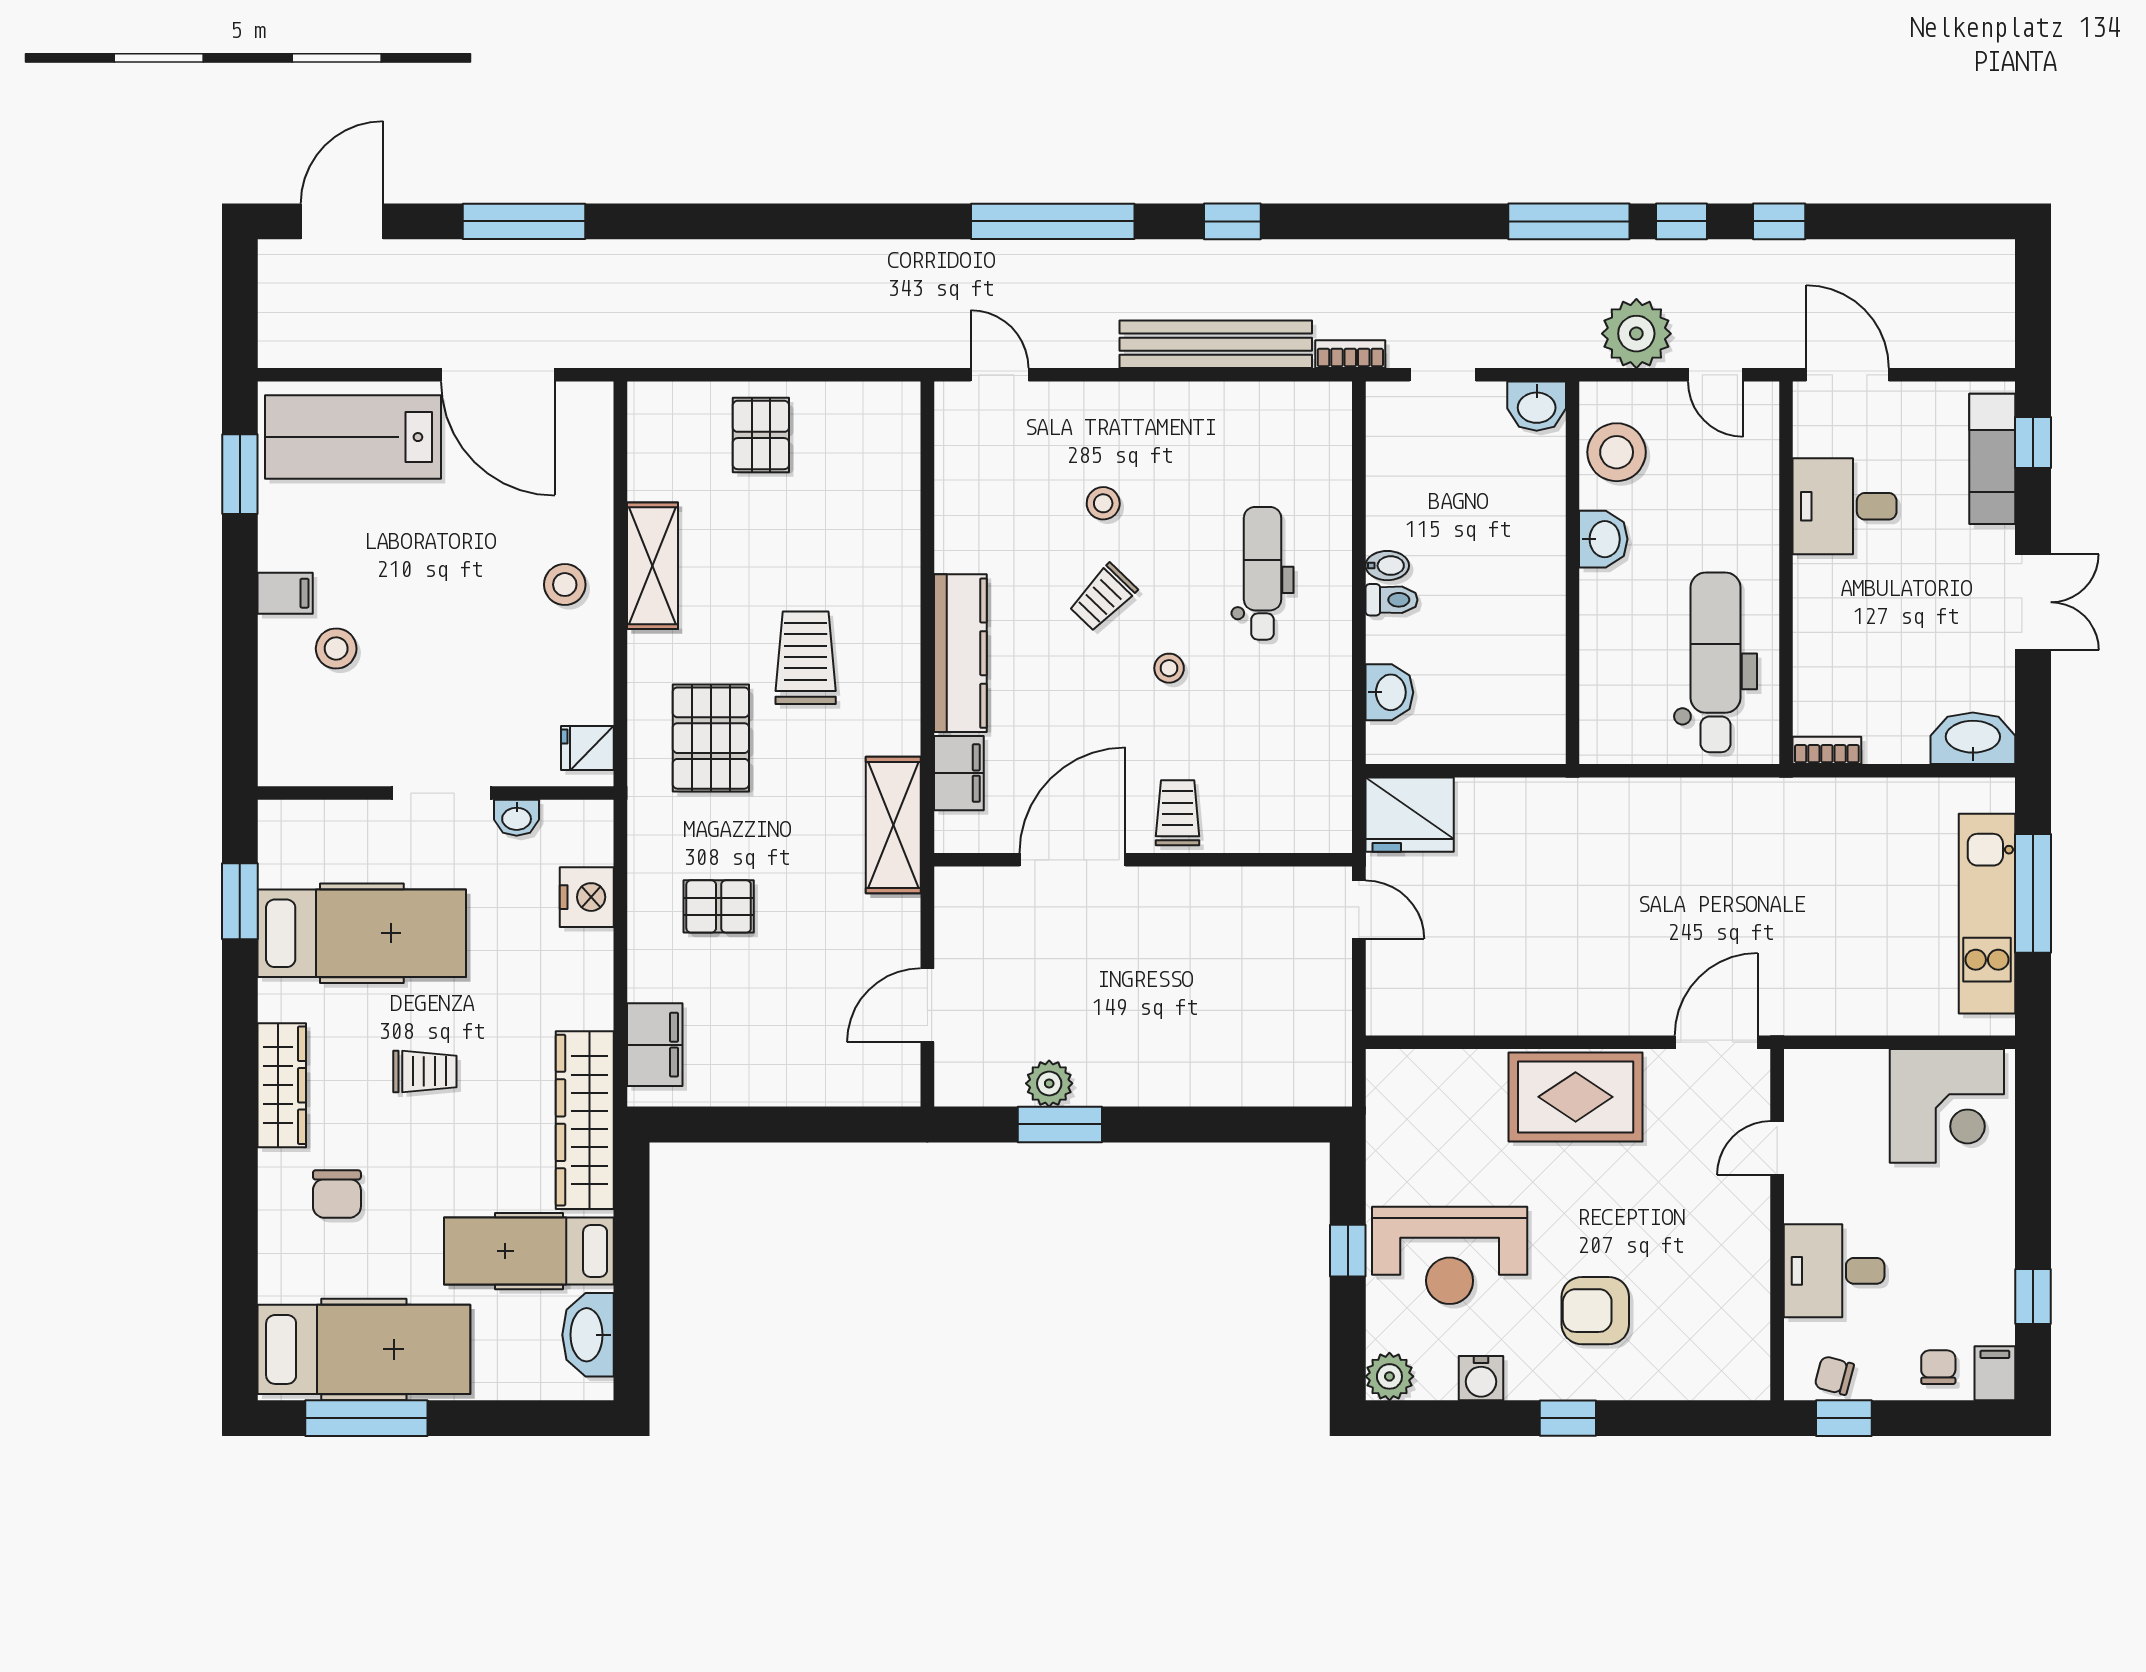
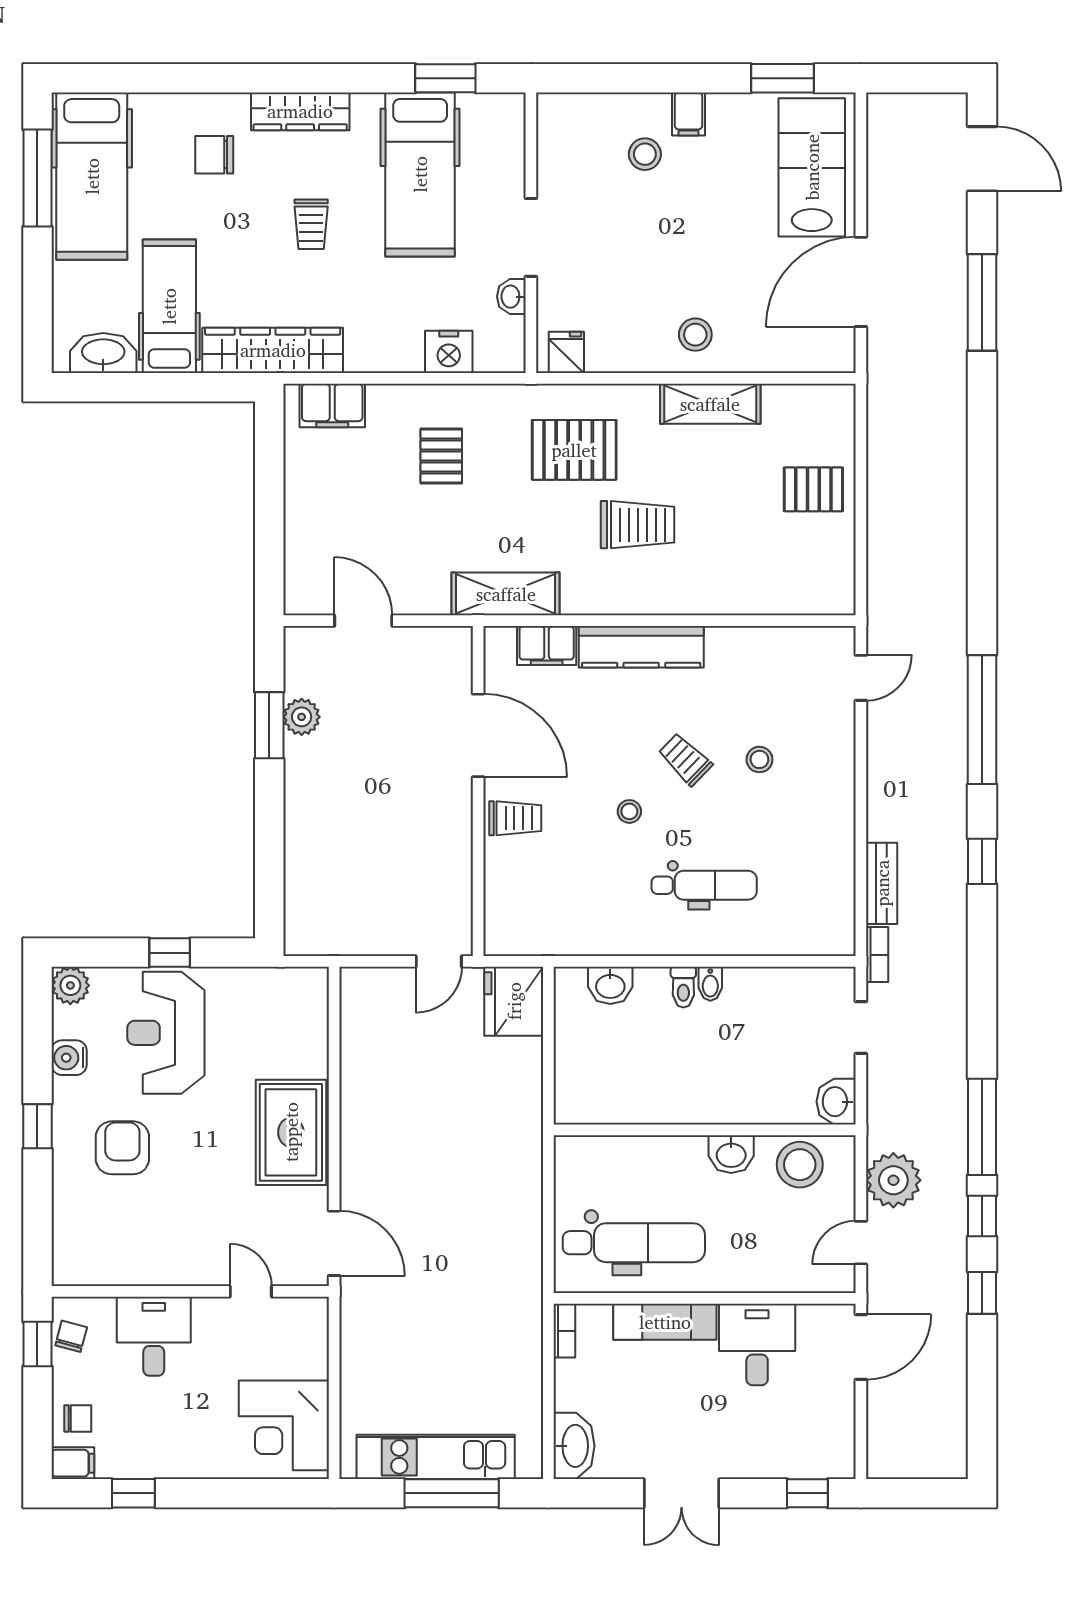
bench: (1216, 344) -> (882, 883), width x0.54, depth x0.82
exam couch: (1992, 459) -> (665, 1322), moved, turned 180

